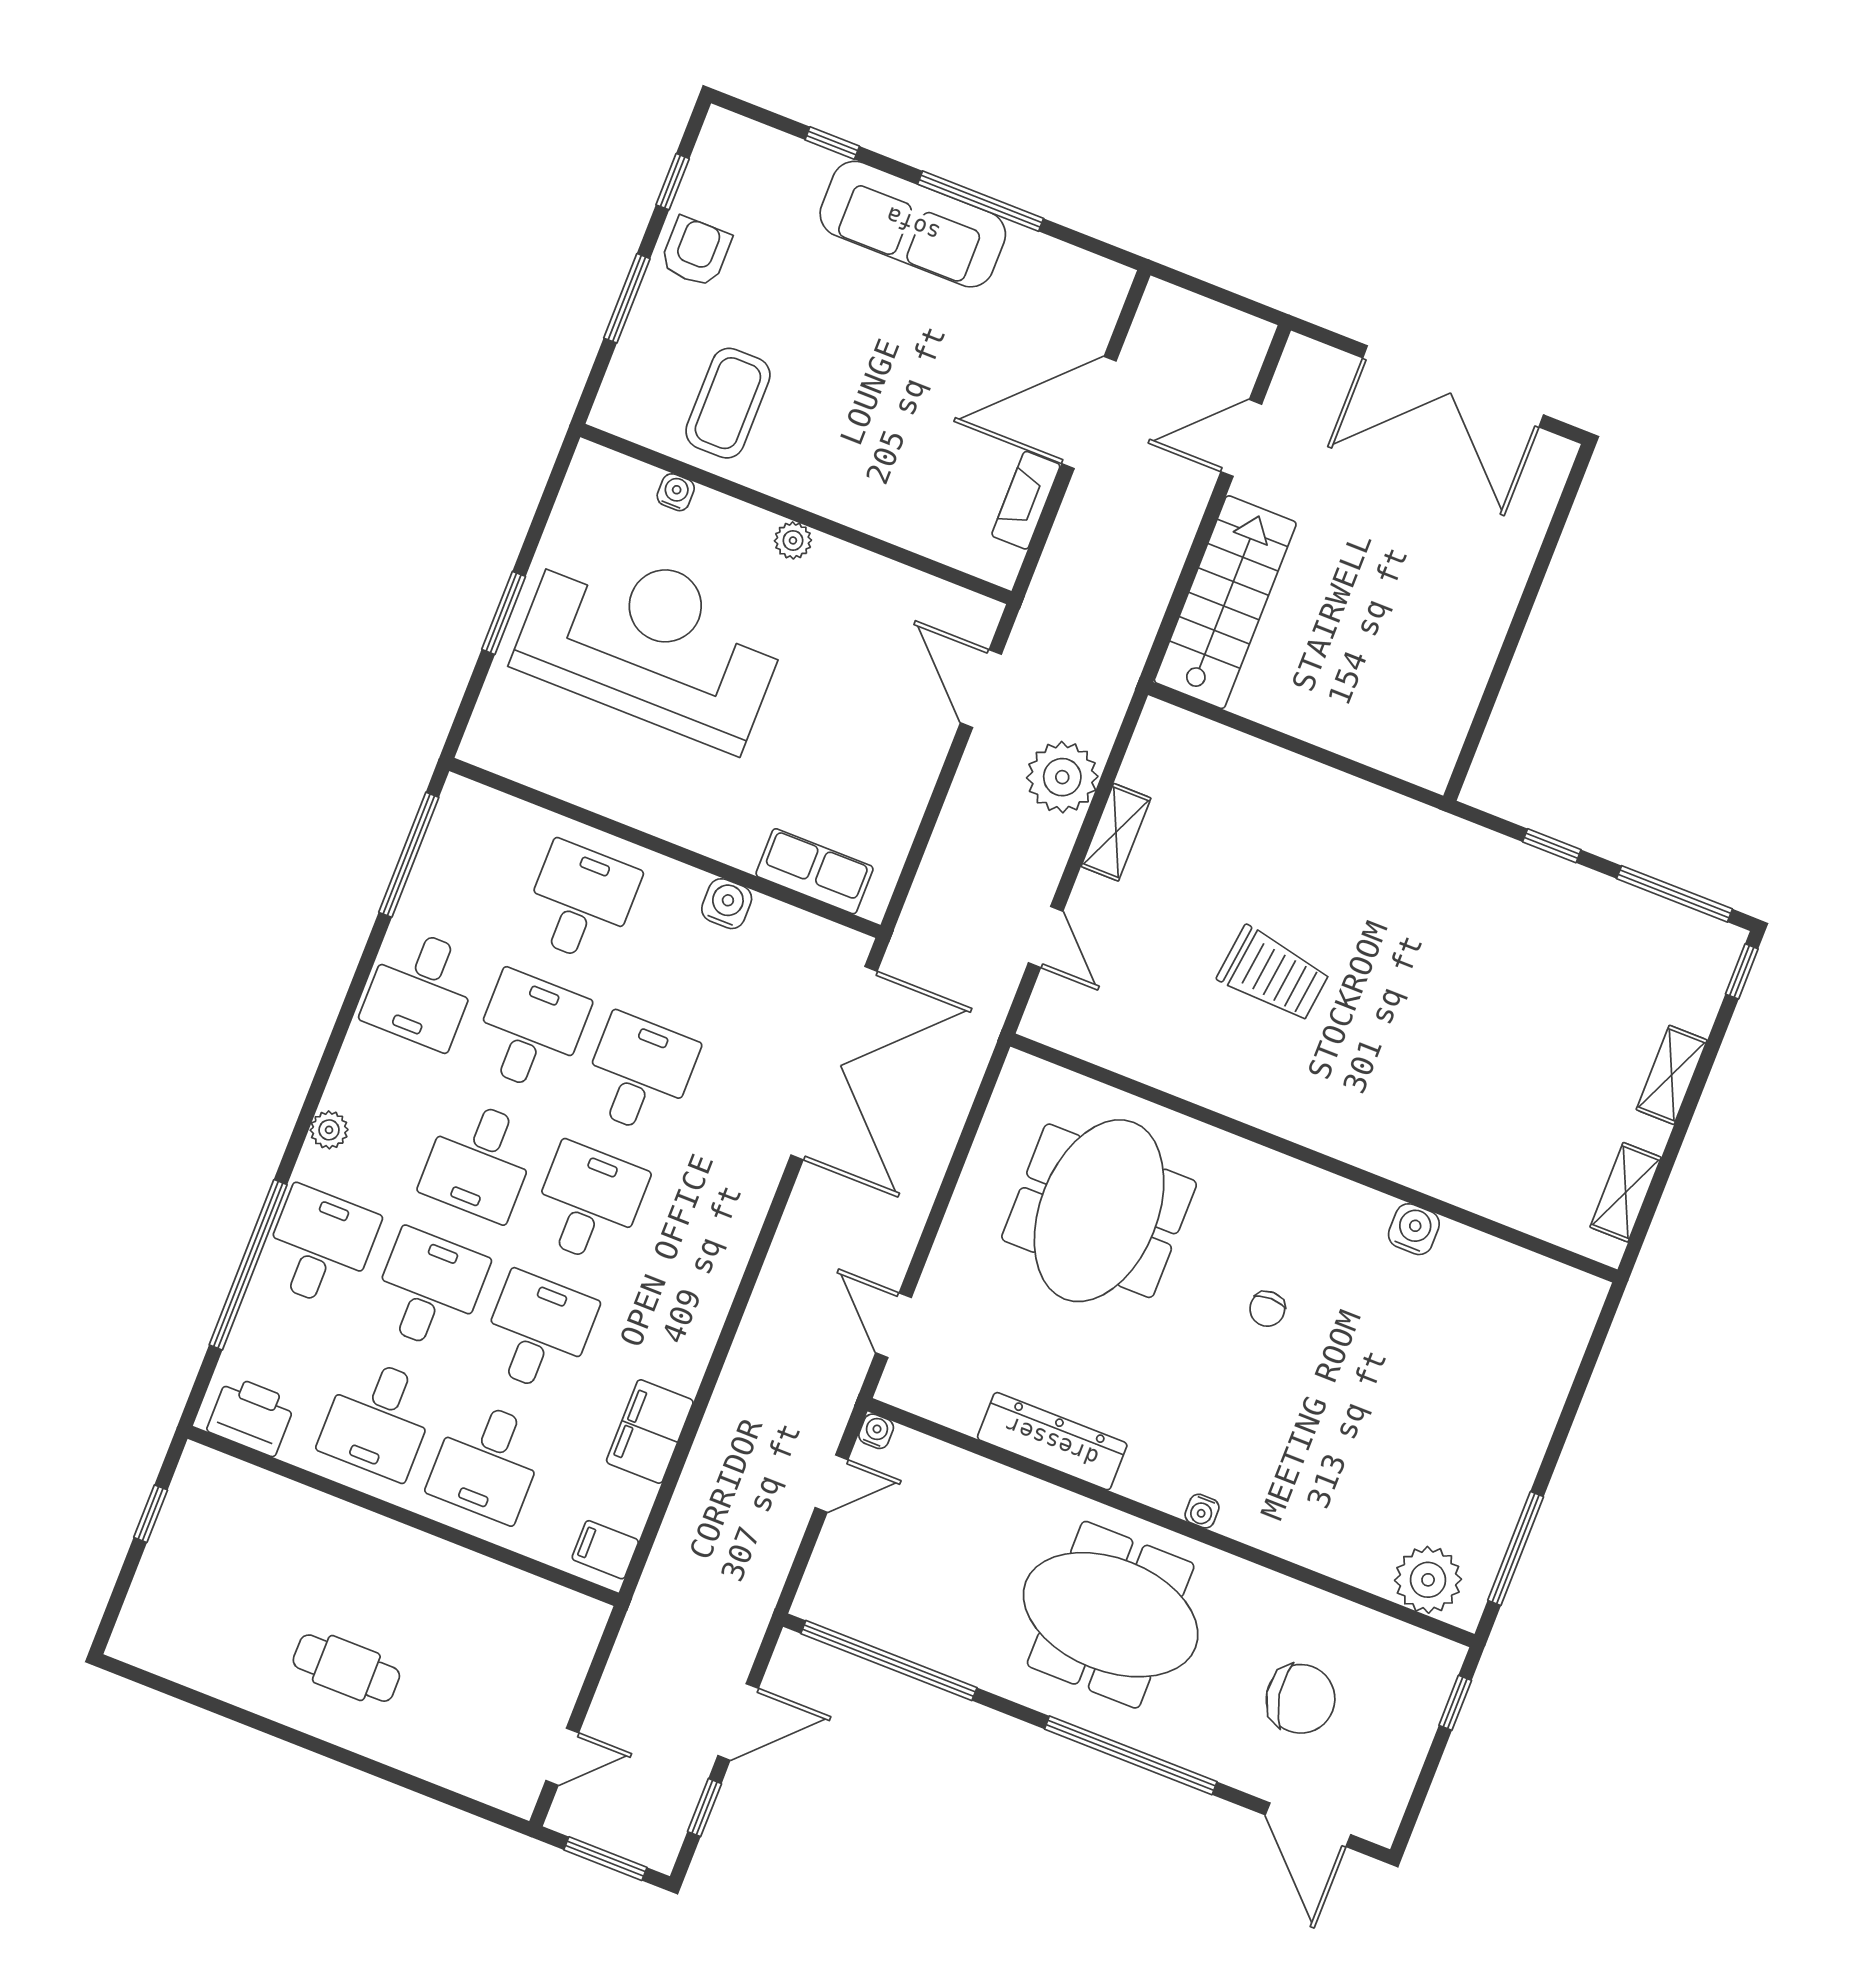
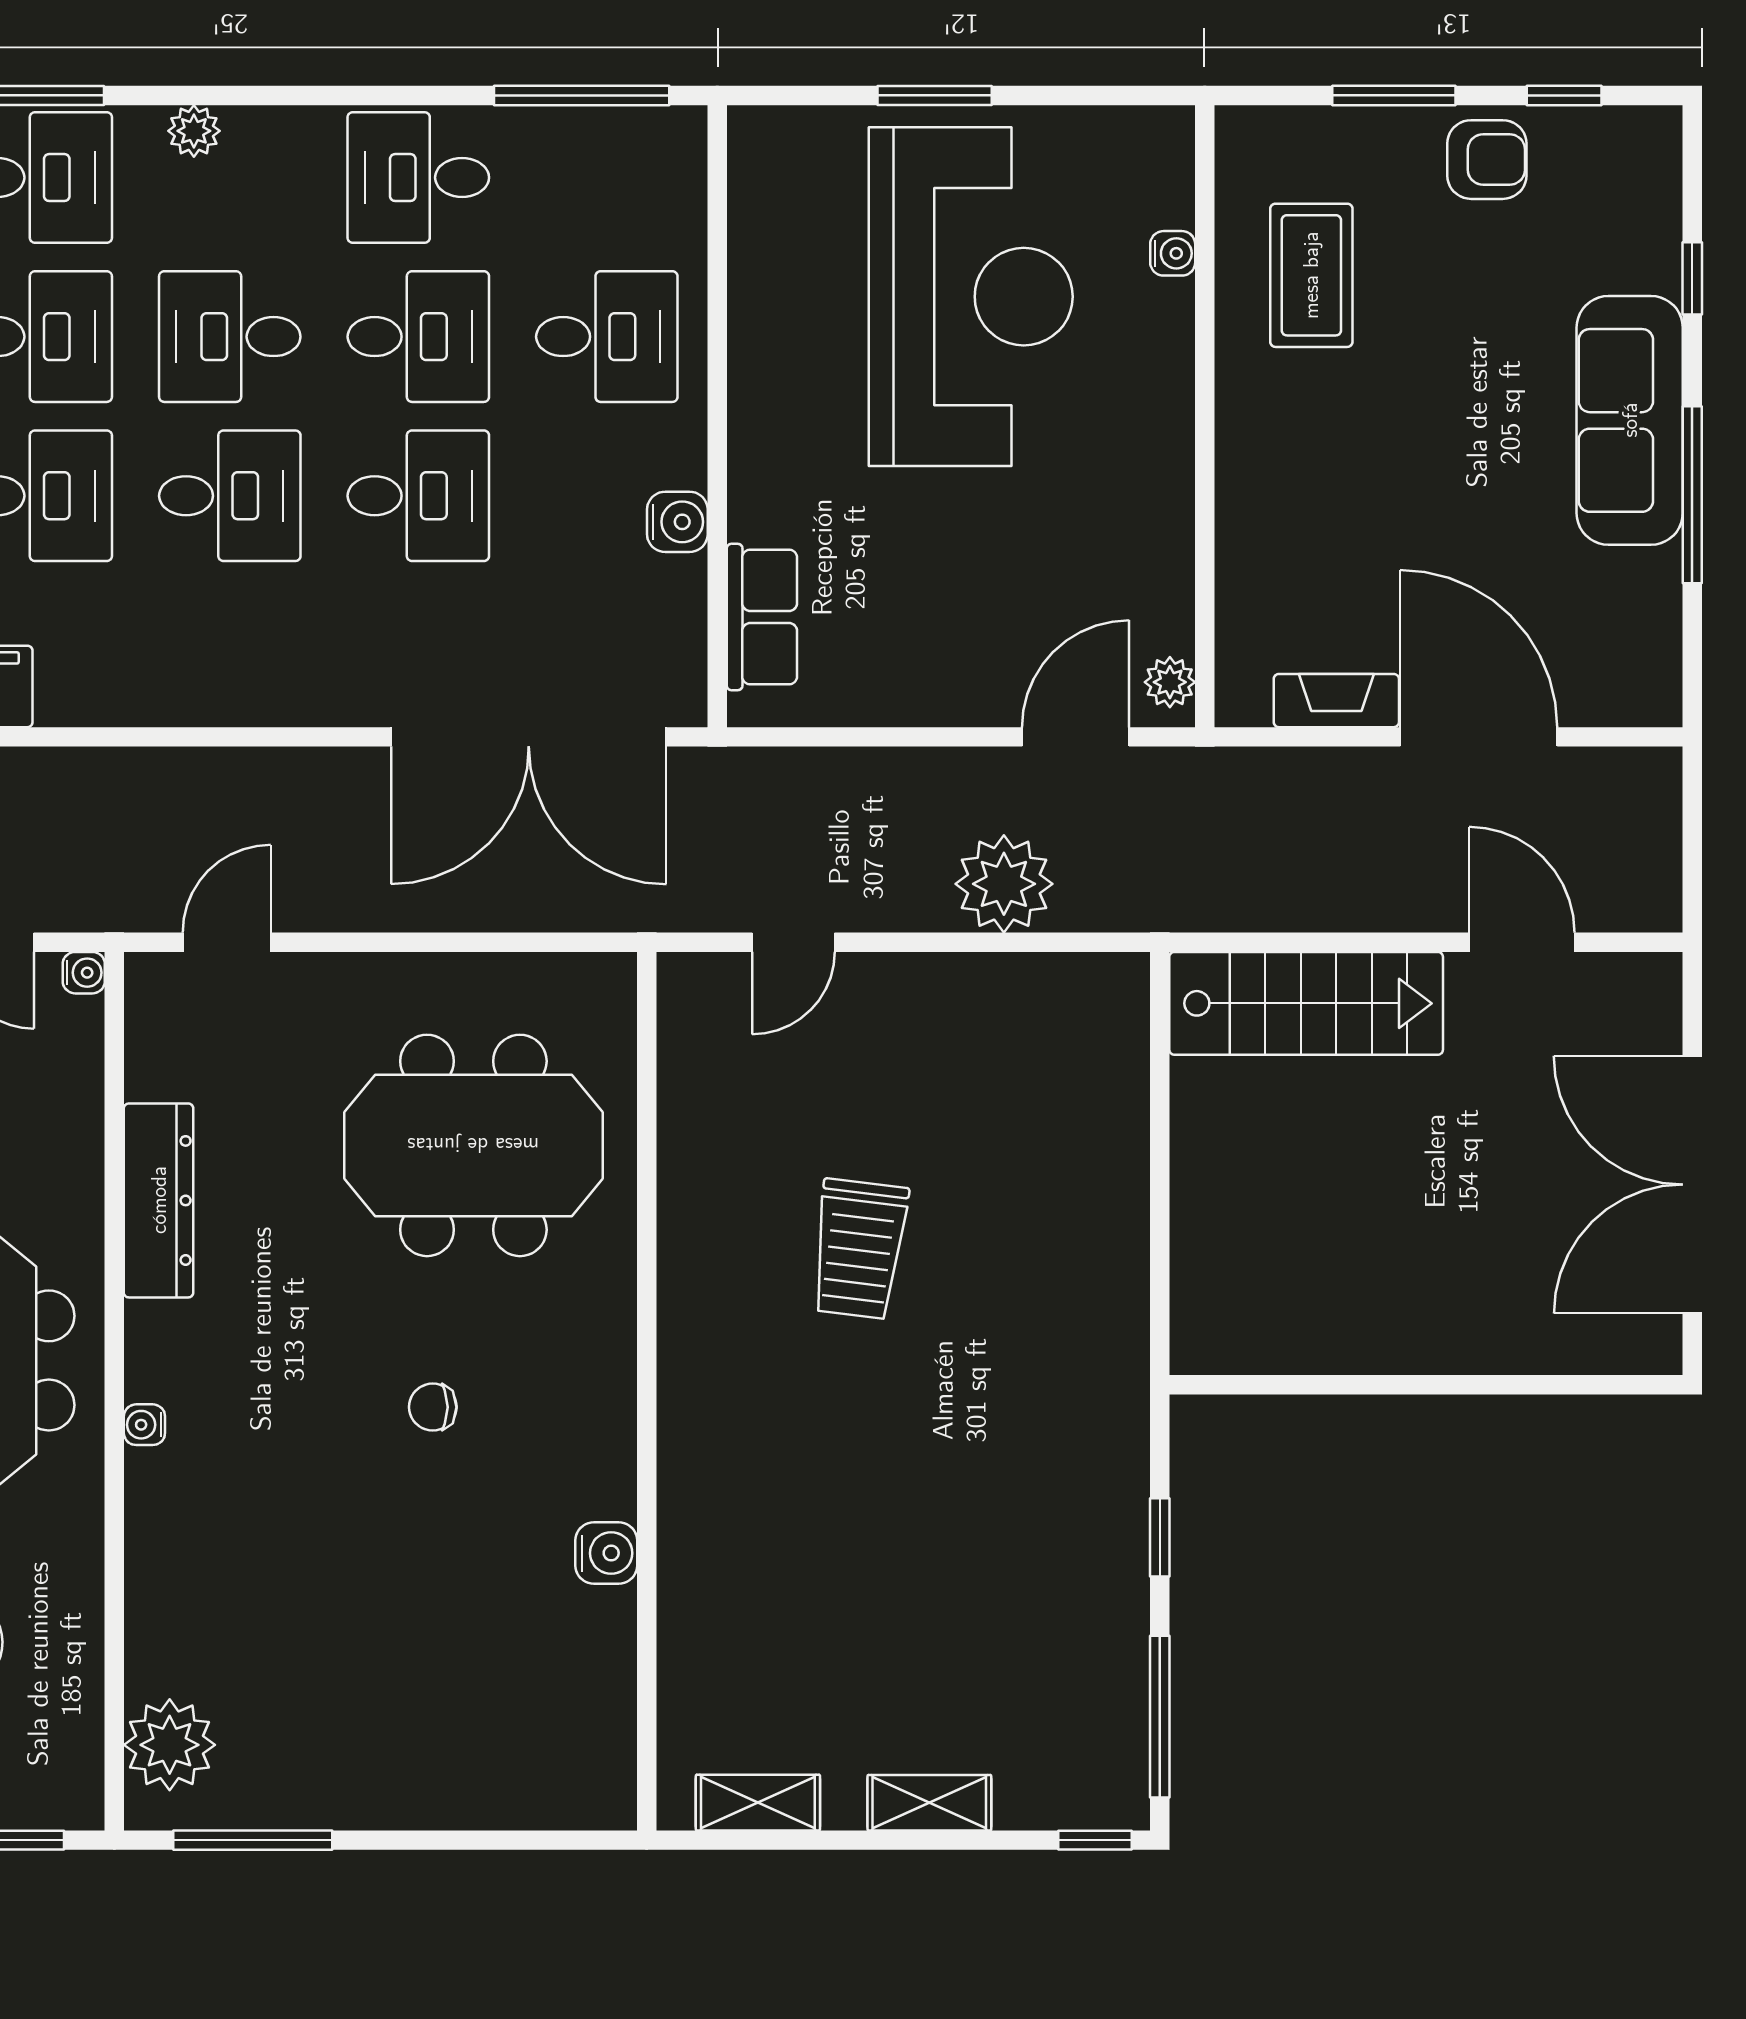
coffee table: (728, 403) -> (1311, 275), turned 90
plant: (793, 540) -> (1170, 682), moved
shelving: (1116, 832) -> (961, 979), removed

